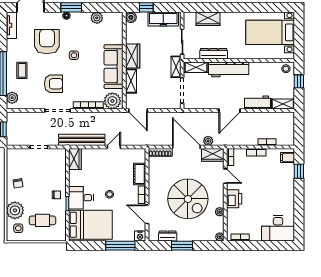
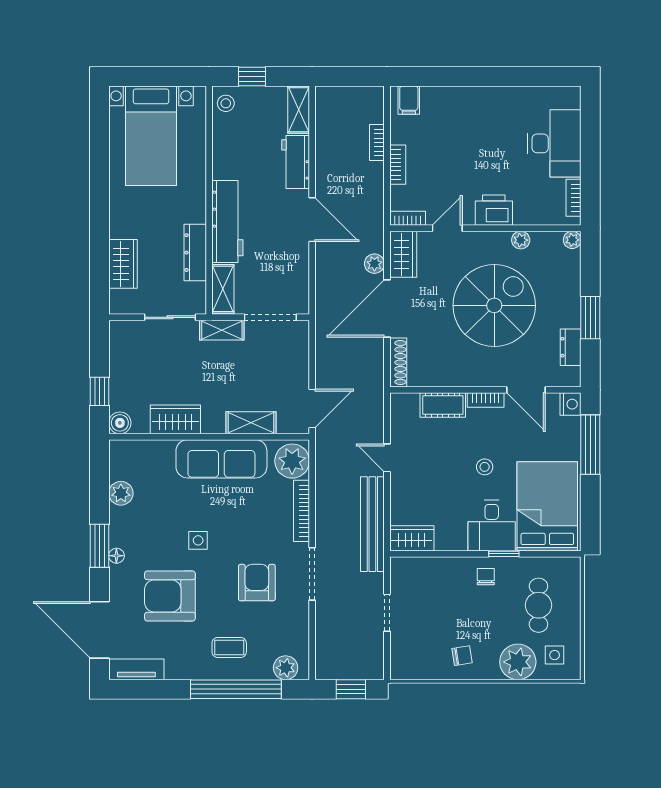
freezer: (163, 19) -> (123, 356), removed
wardrobe: (133, 56) -> (175, 419), moved
window: (299, 171) -> (437, 77), removed
door: (147, 214) -> (526, 390), hinge flipped
desk: (278, 228) -> (554, 143), moved

